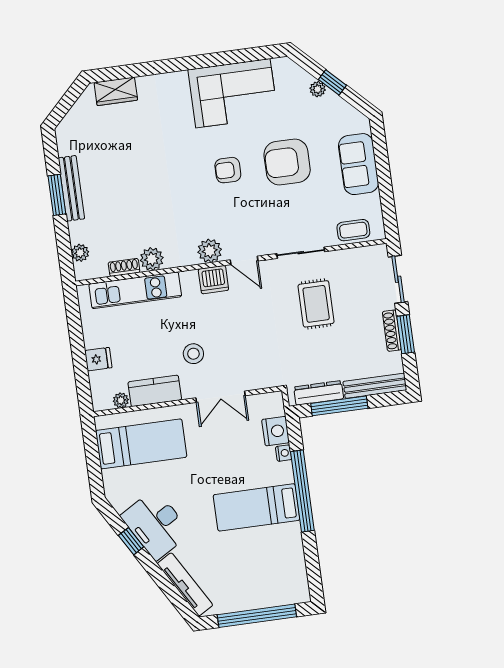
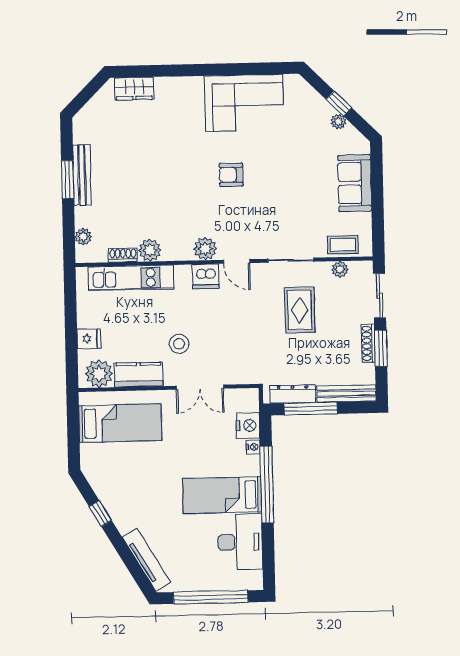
plant: (318, 89) -> (338, 122), moved
armchair: (287, 162) -> (288, 173), removed
plant: (353, 256) -> (340, 269), added
plant: (121, 400) -> (99, 374), width x1.88, depth x1.88
desk: (156, 525) -> (240, 542), moved, turned -149

